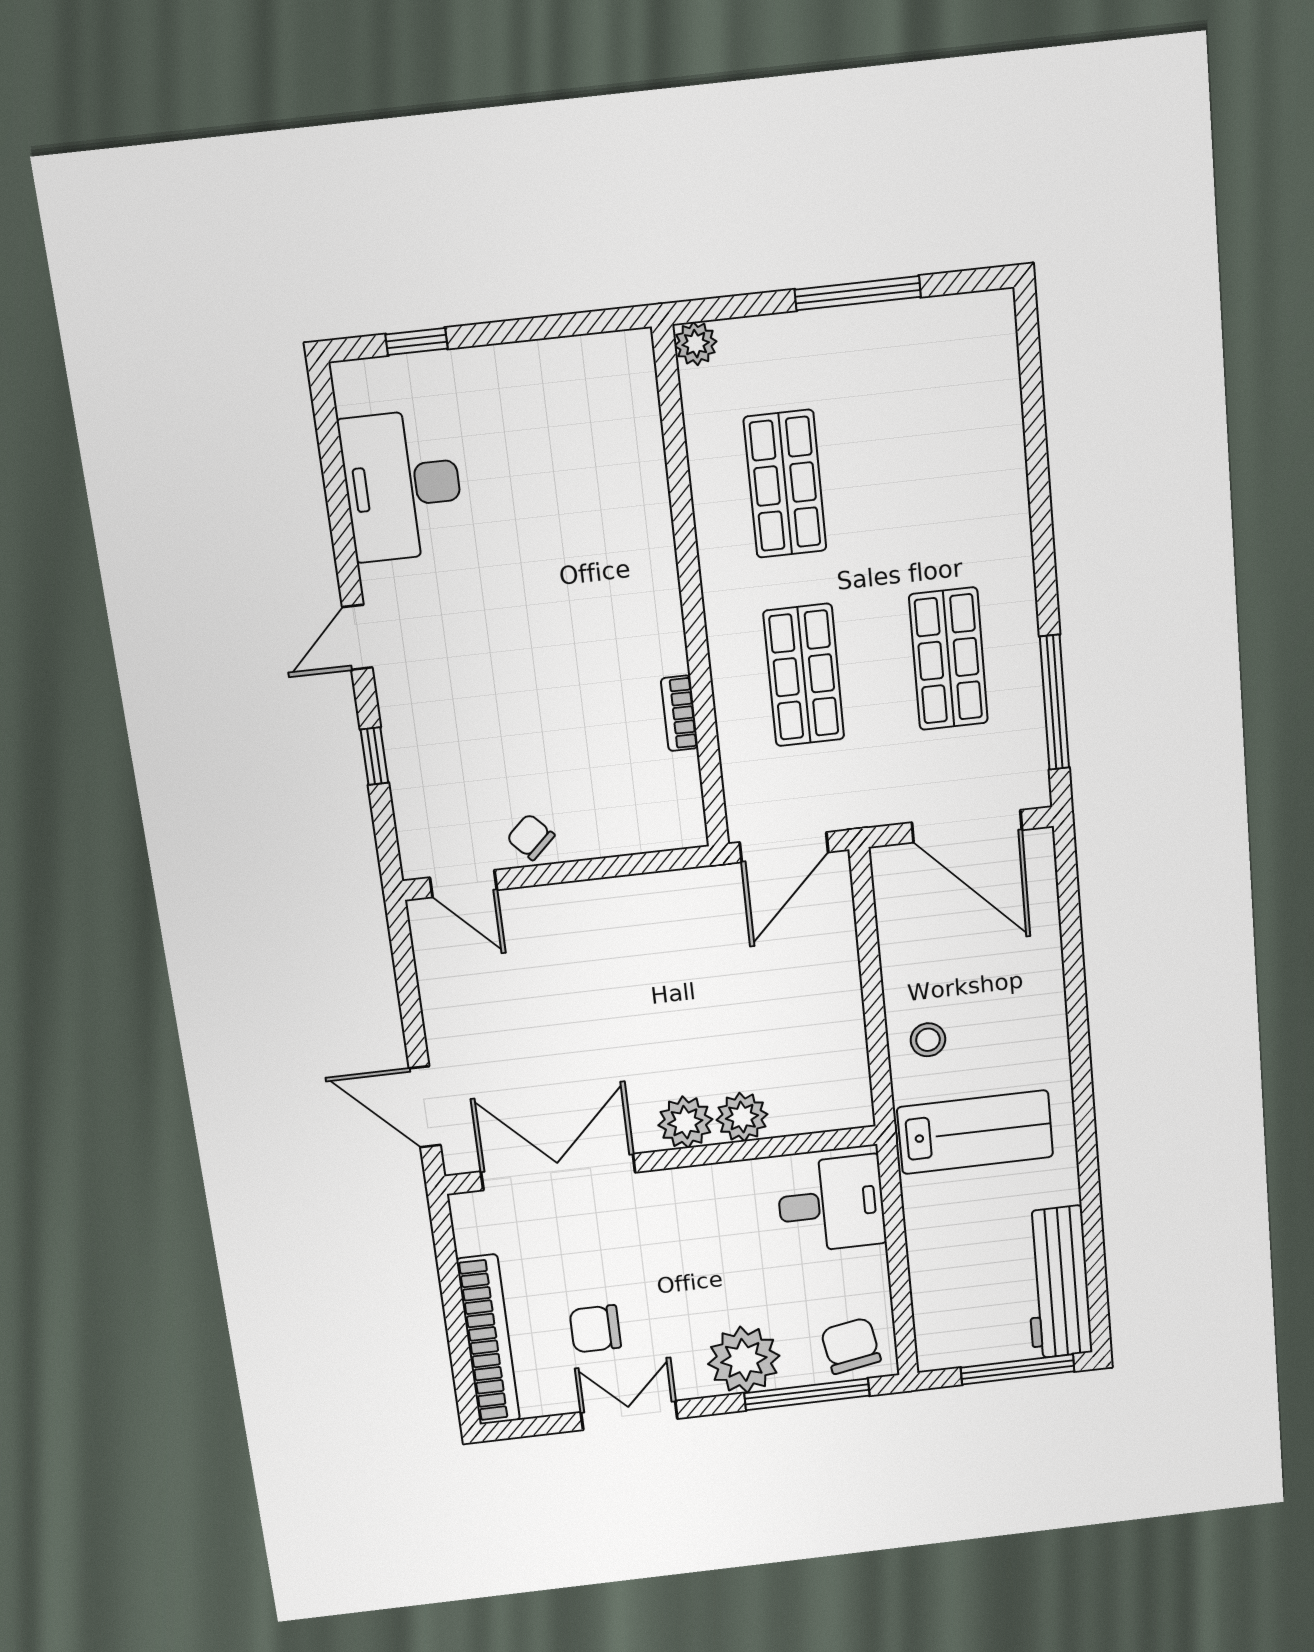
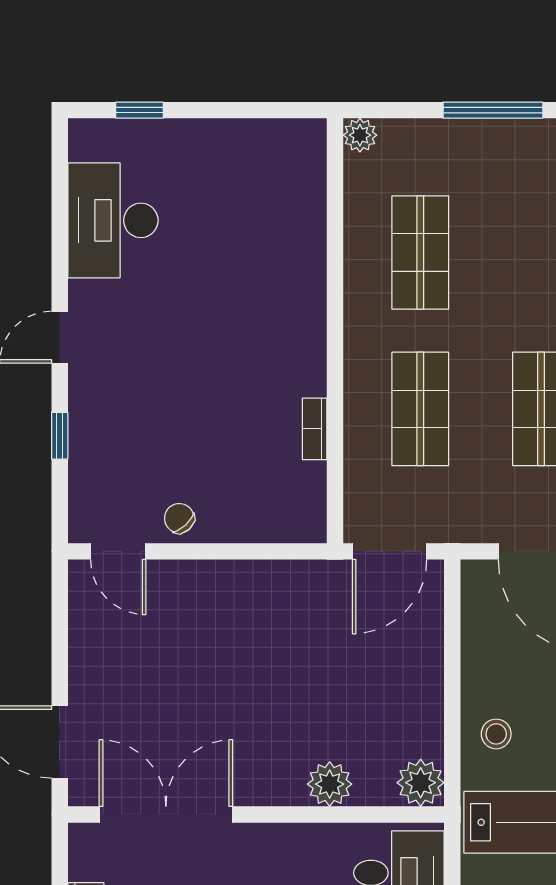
plant: (685, 1122) -> (421, 783), moved

